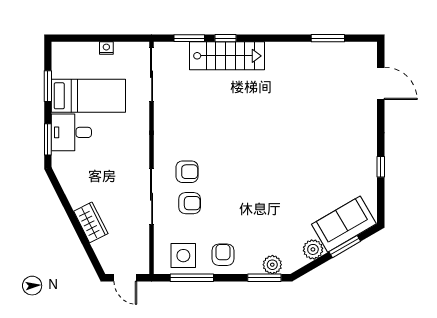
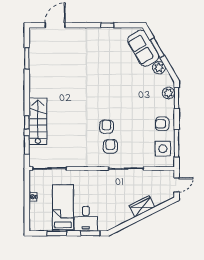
armchair: (190, 203) -> (106, 127), moved

